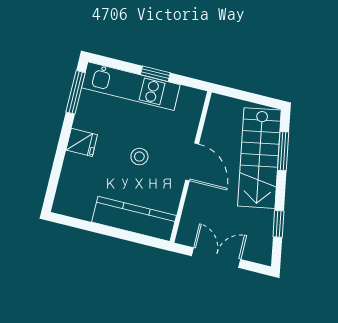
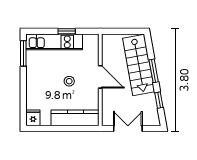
fridge: (82, 142) -> (33, 118), moved, turned -90
window: (283, 151) -> (154, 71), moved

